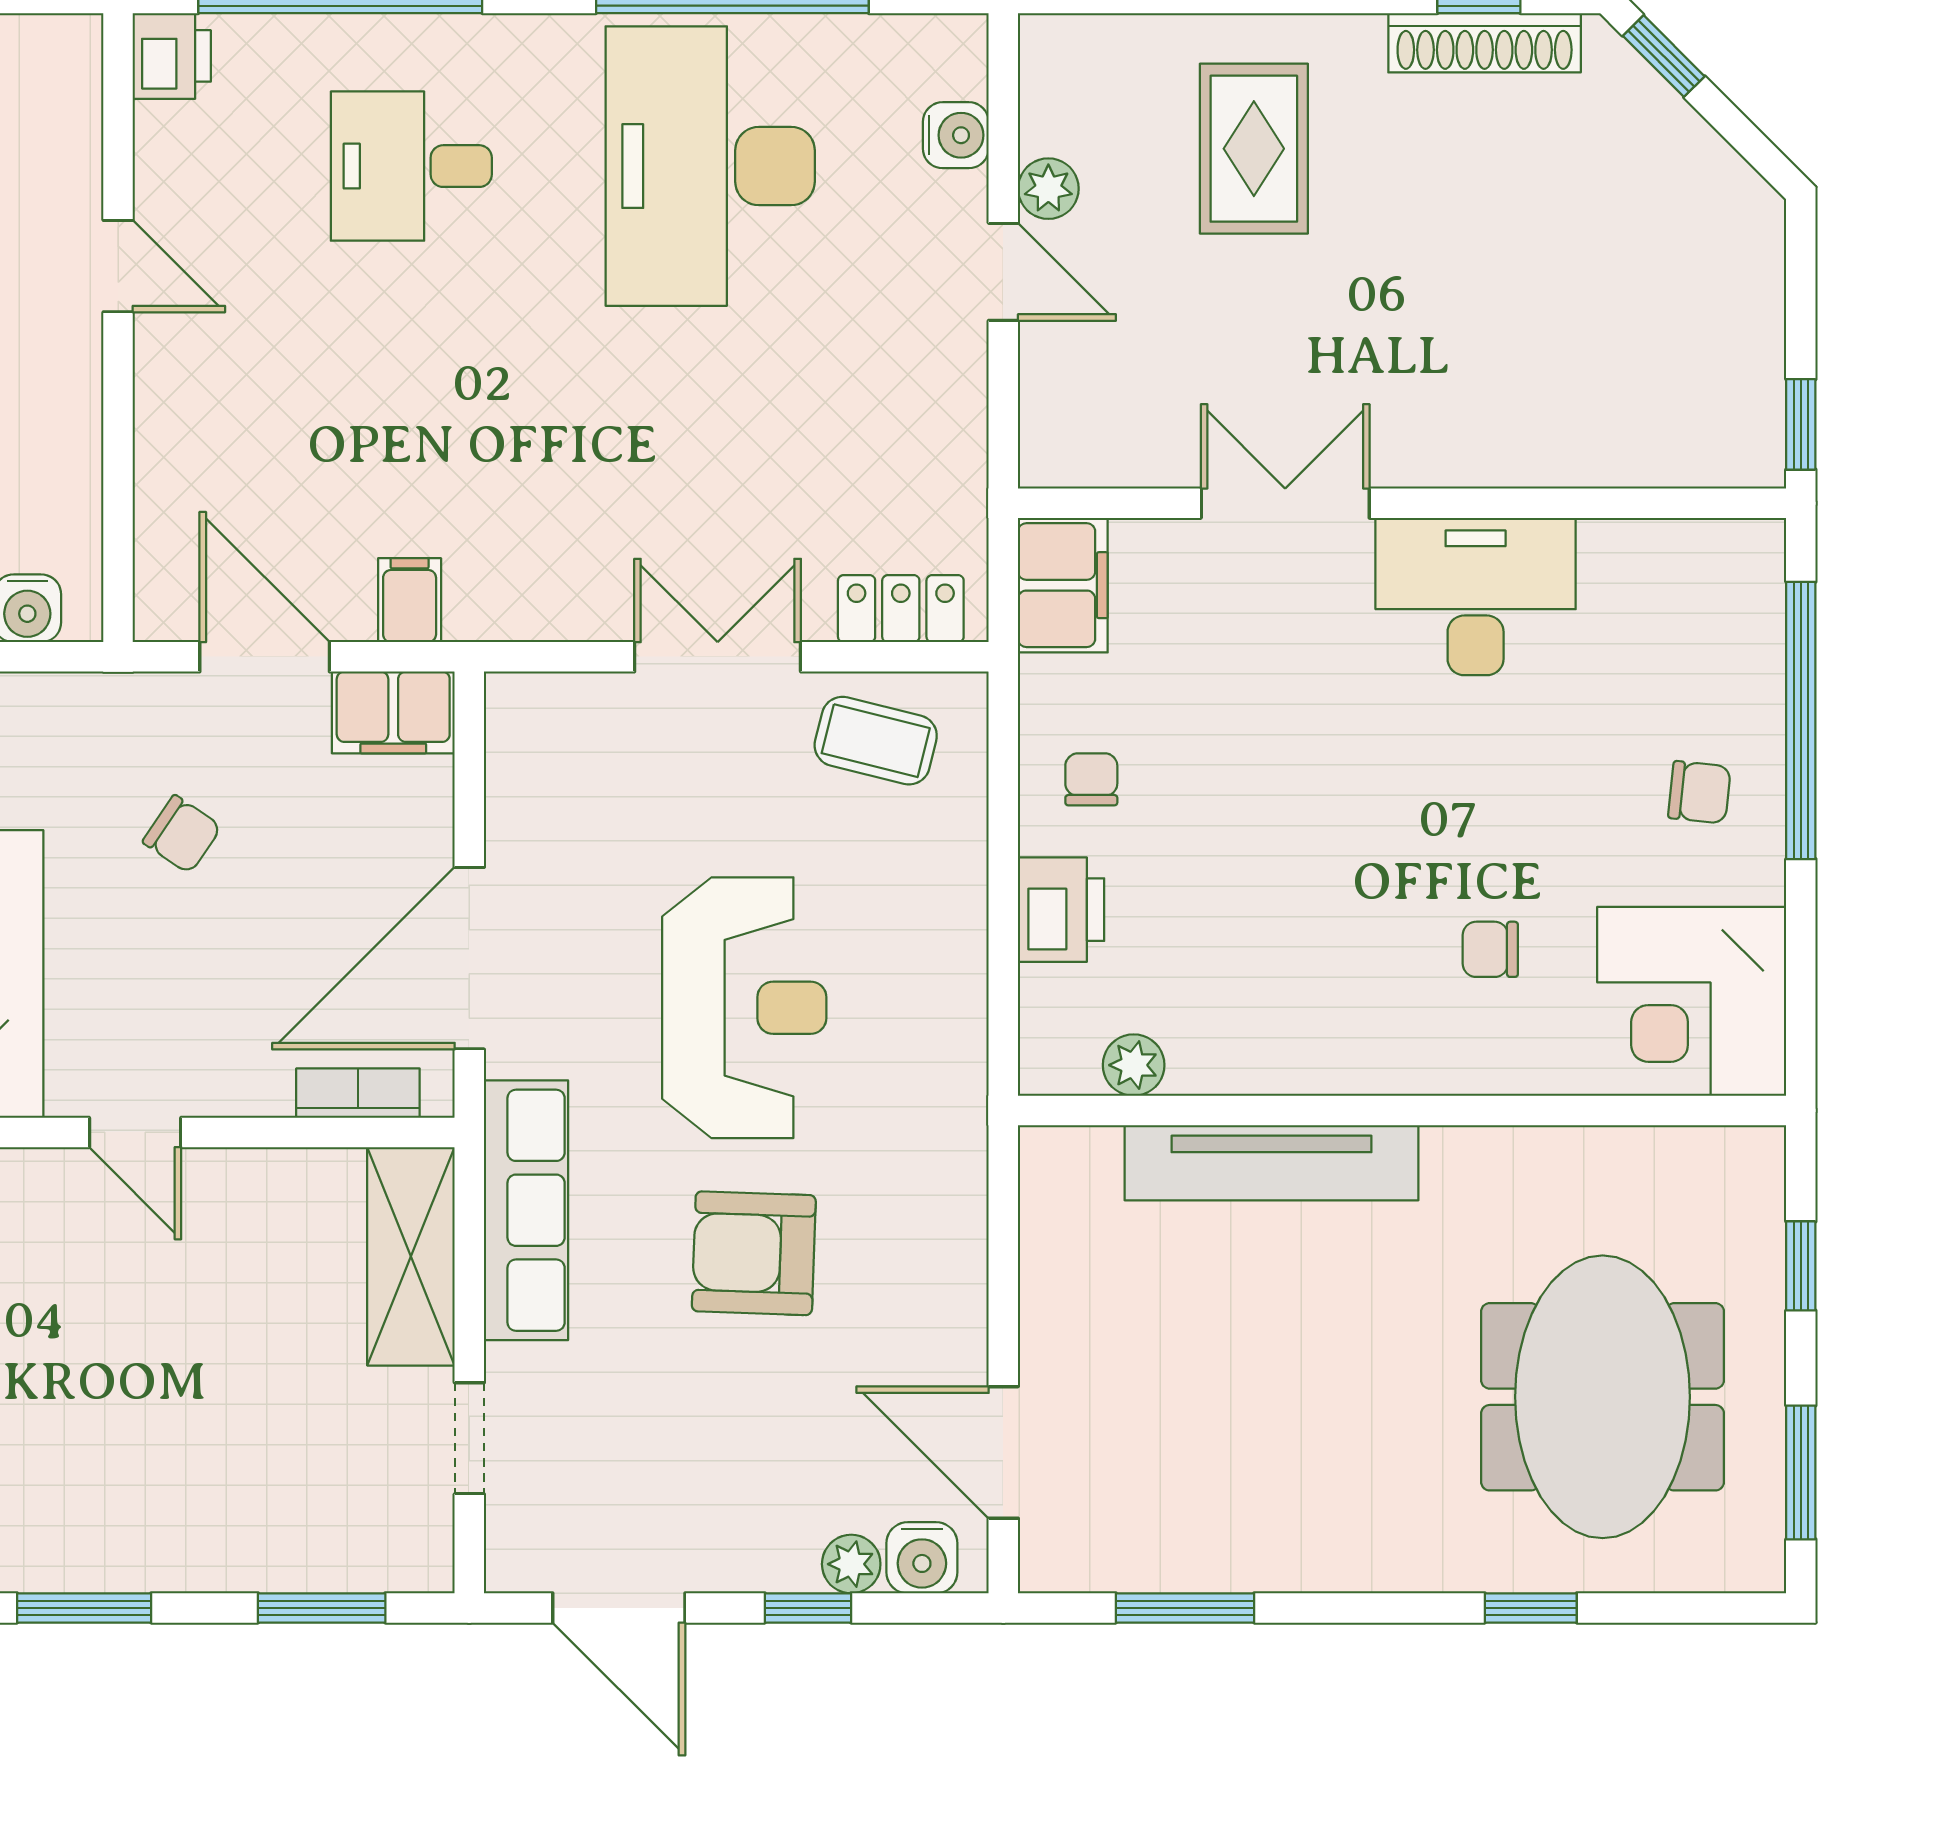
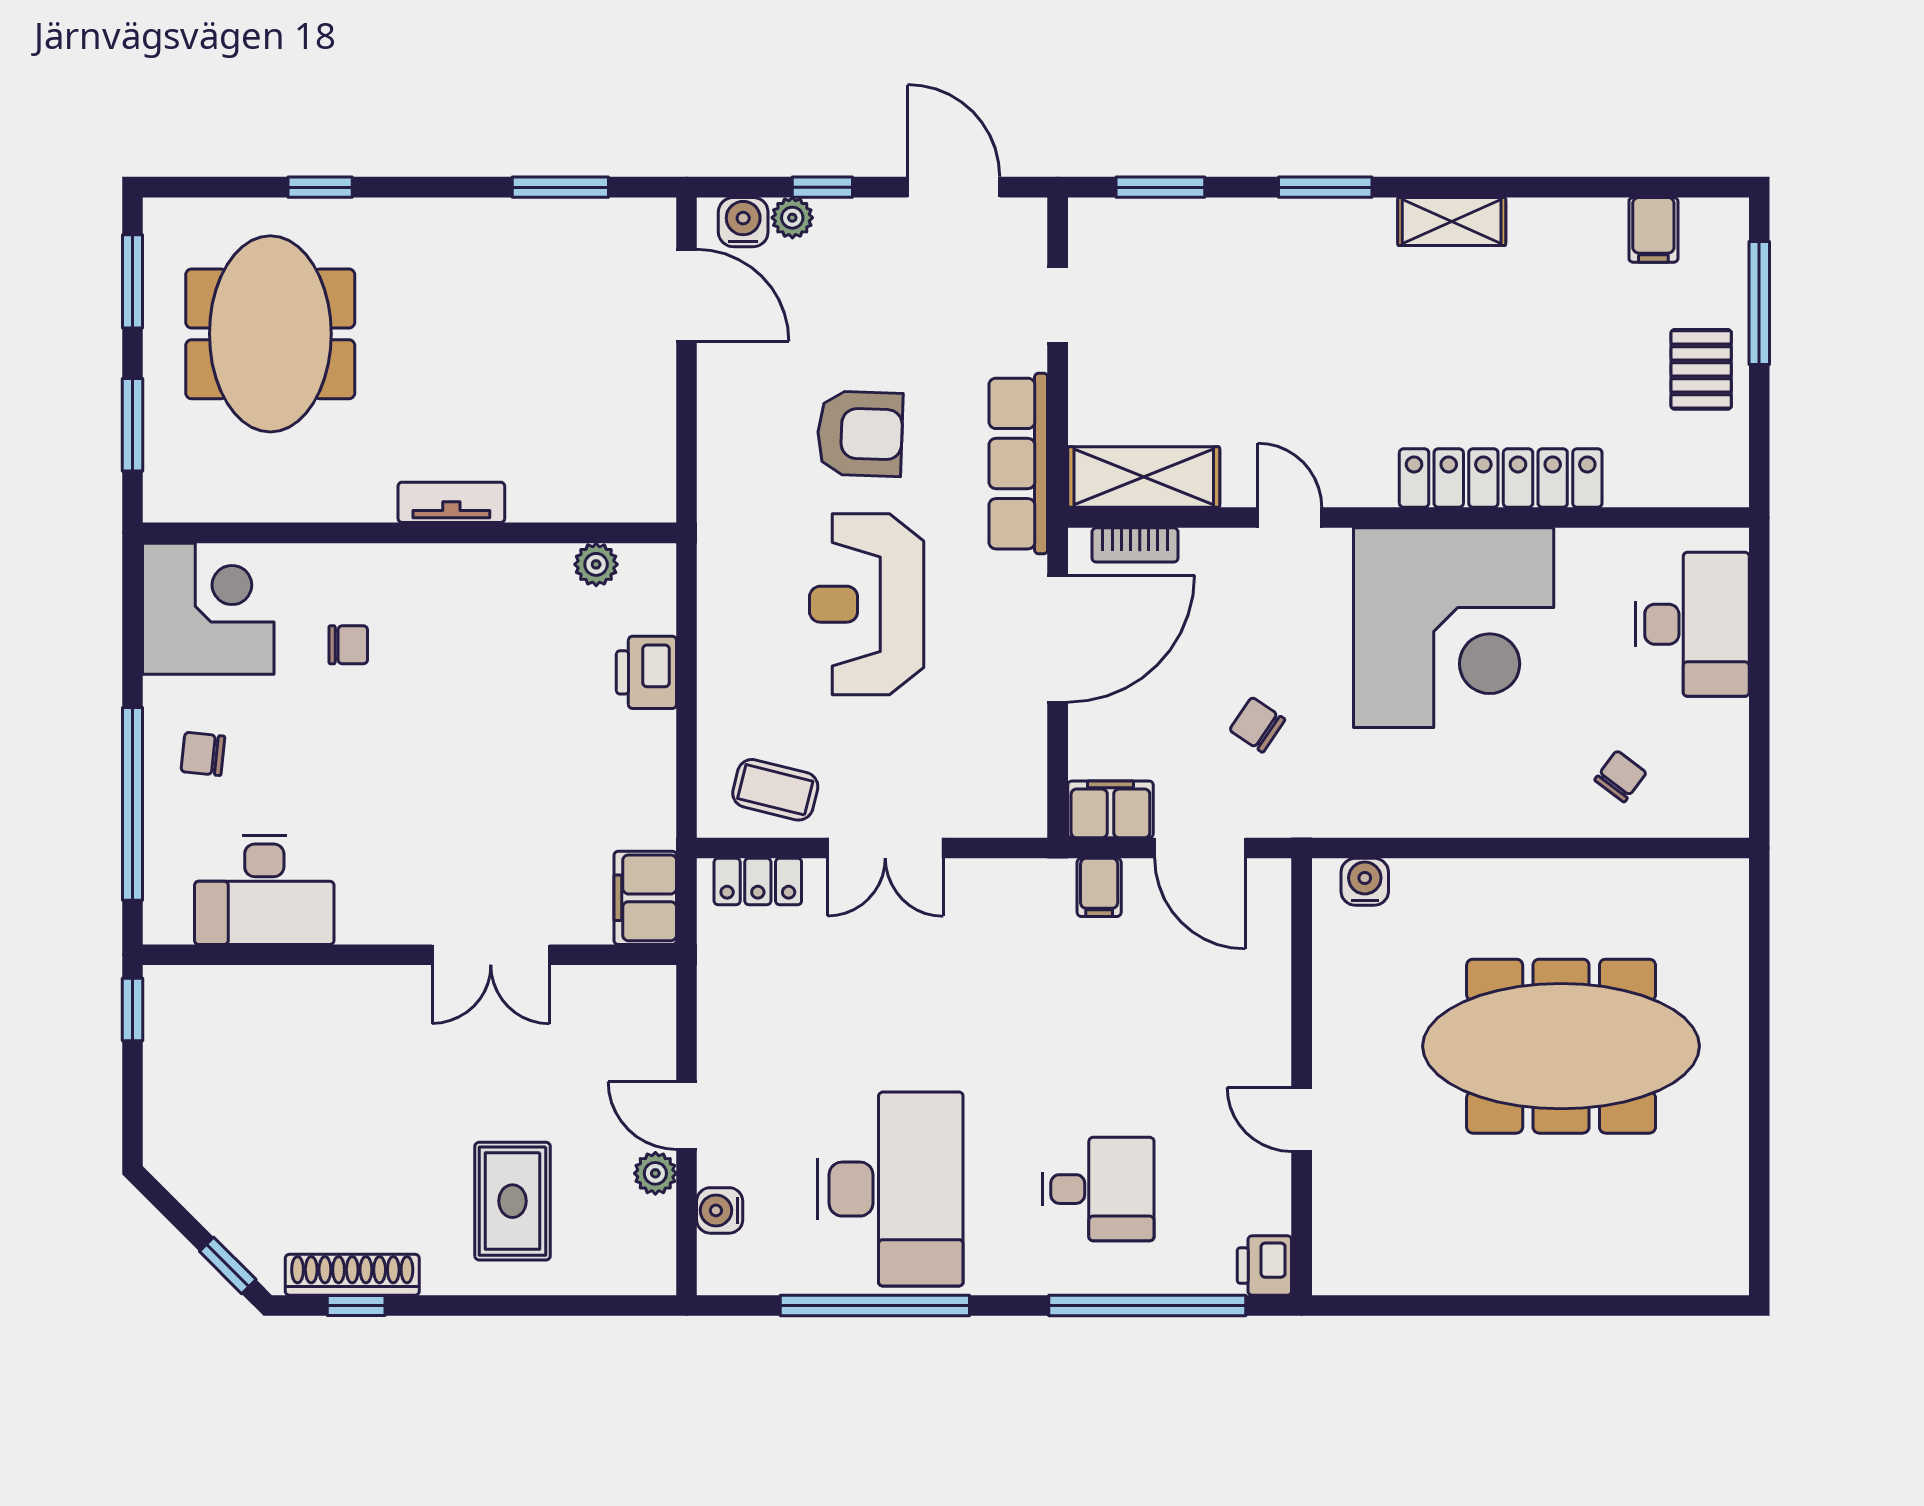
desk: (1476, 597) -> (264, 890), moved
chair: (1091, 779) -> (625, 763), removed
tv unit: (1272, 1163) -> (451, 502), width x0.52, depth x0.78
shelving: (411, 1256) -> (1144, 477), moved, turned 90
window: (1801, 1266) -> (132, 425), width x1.50

